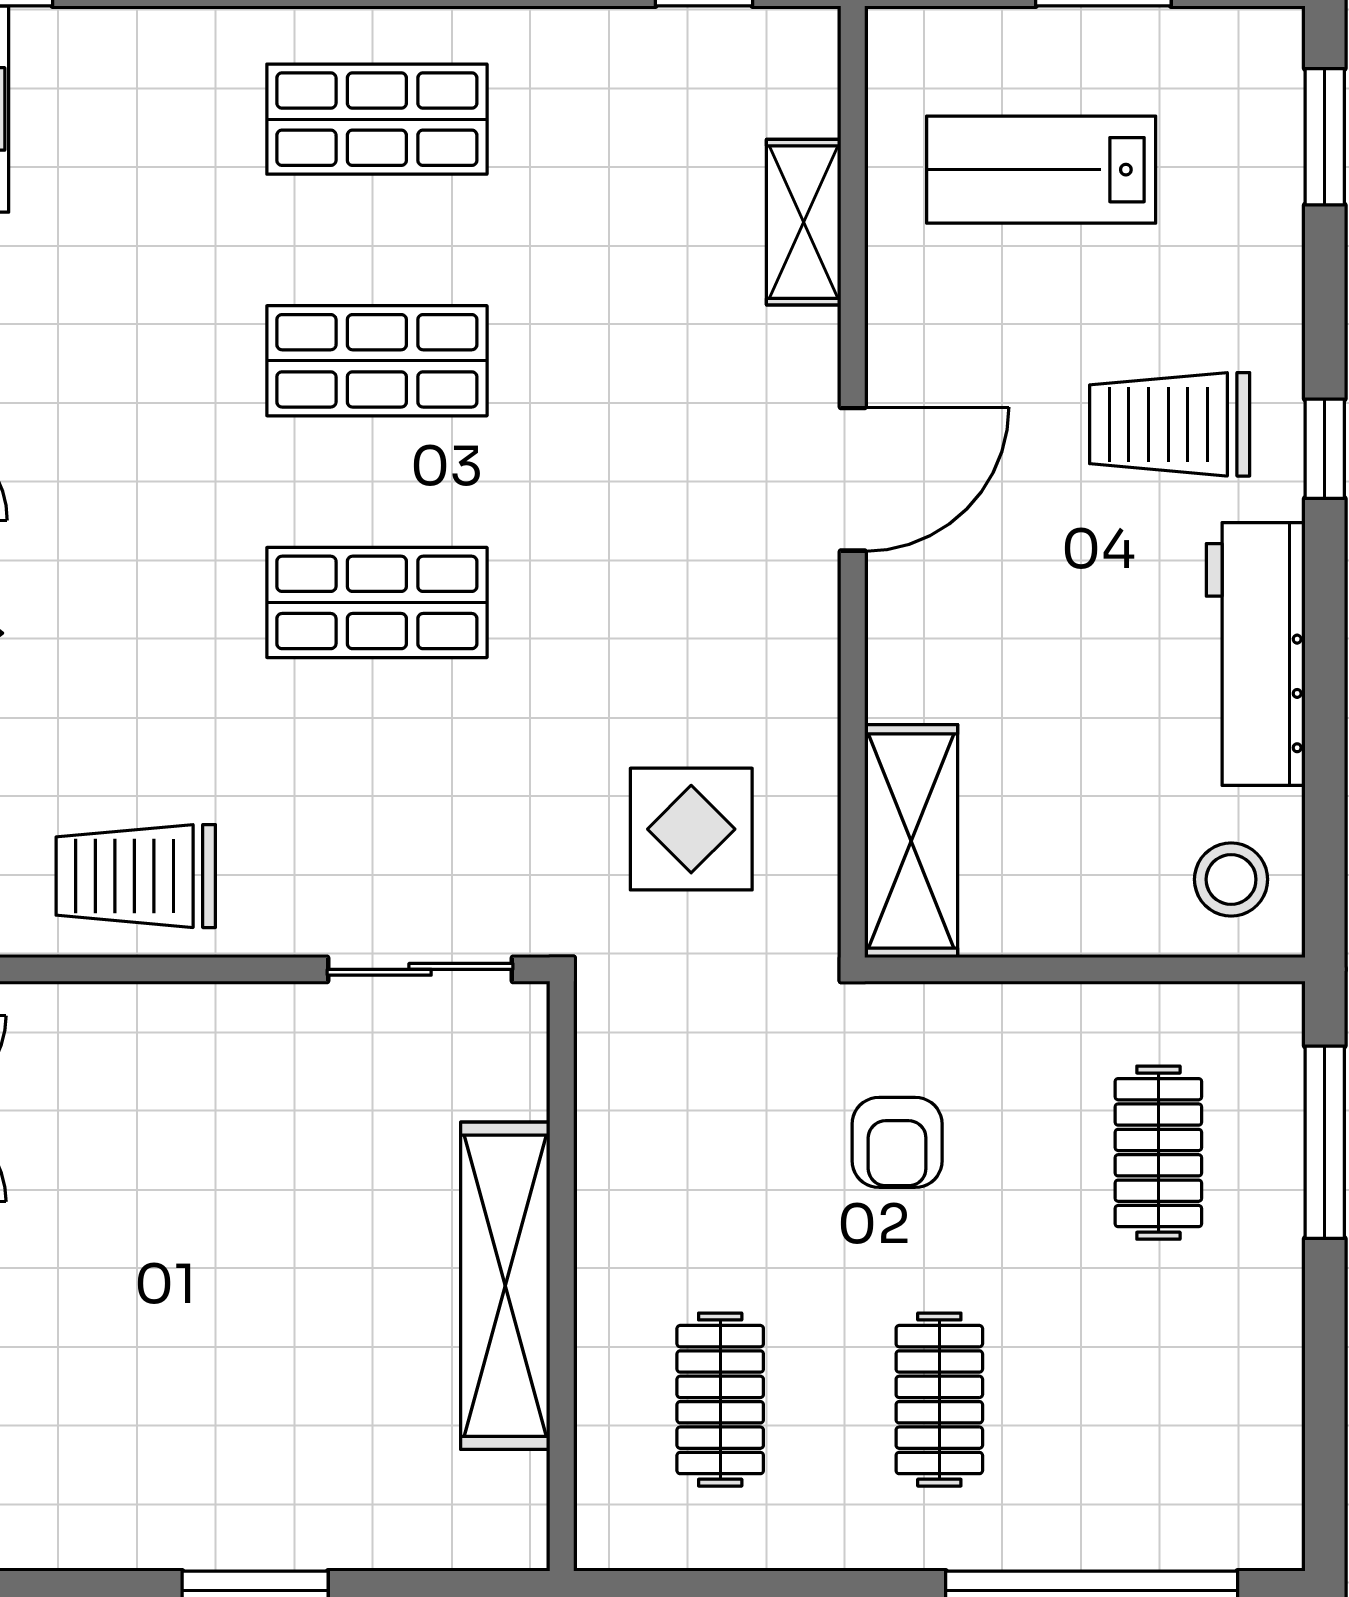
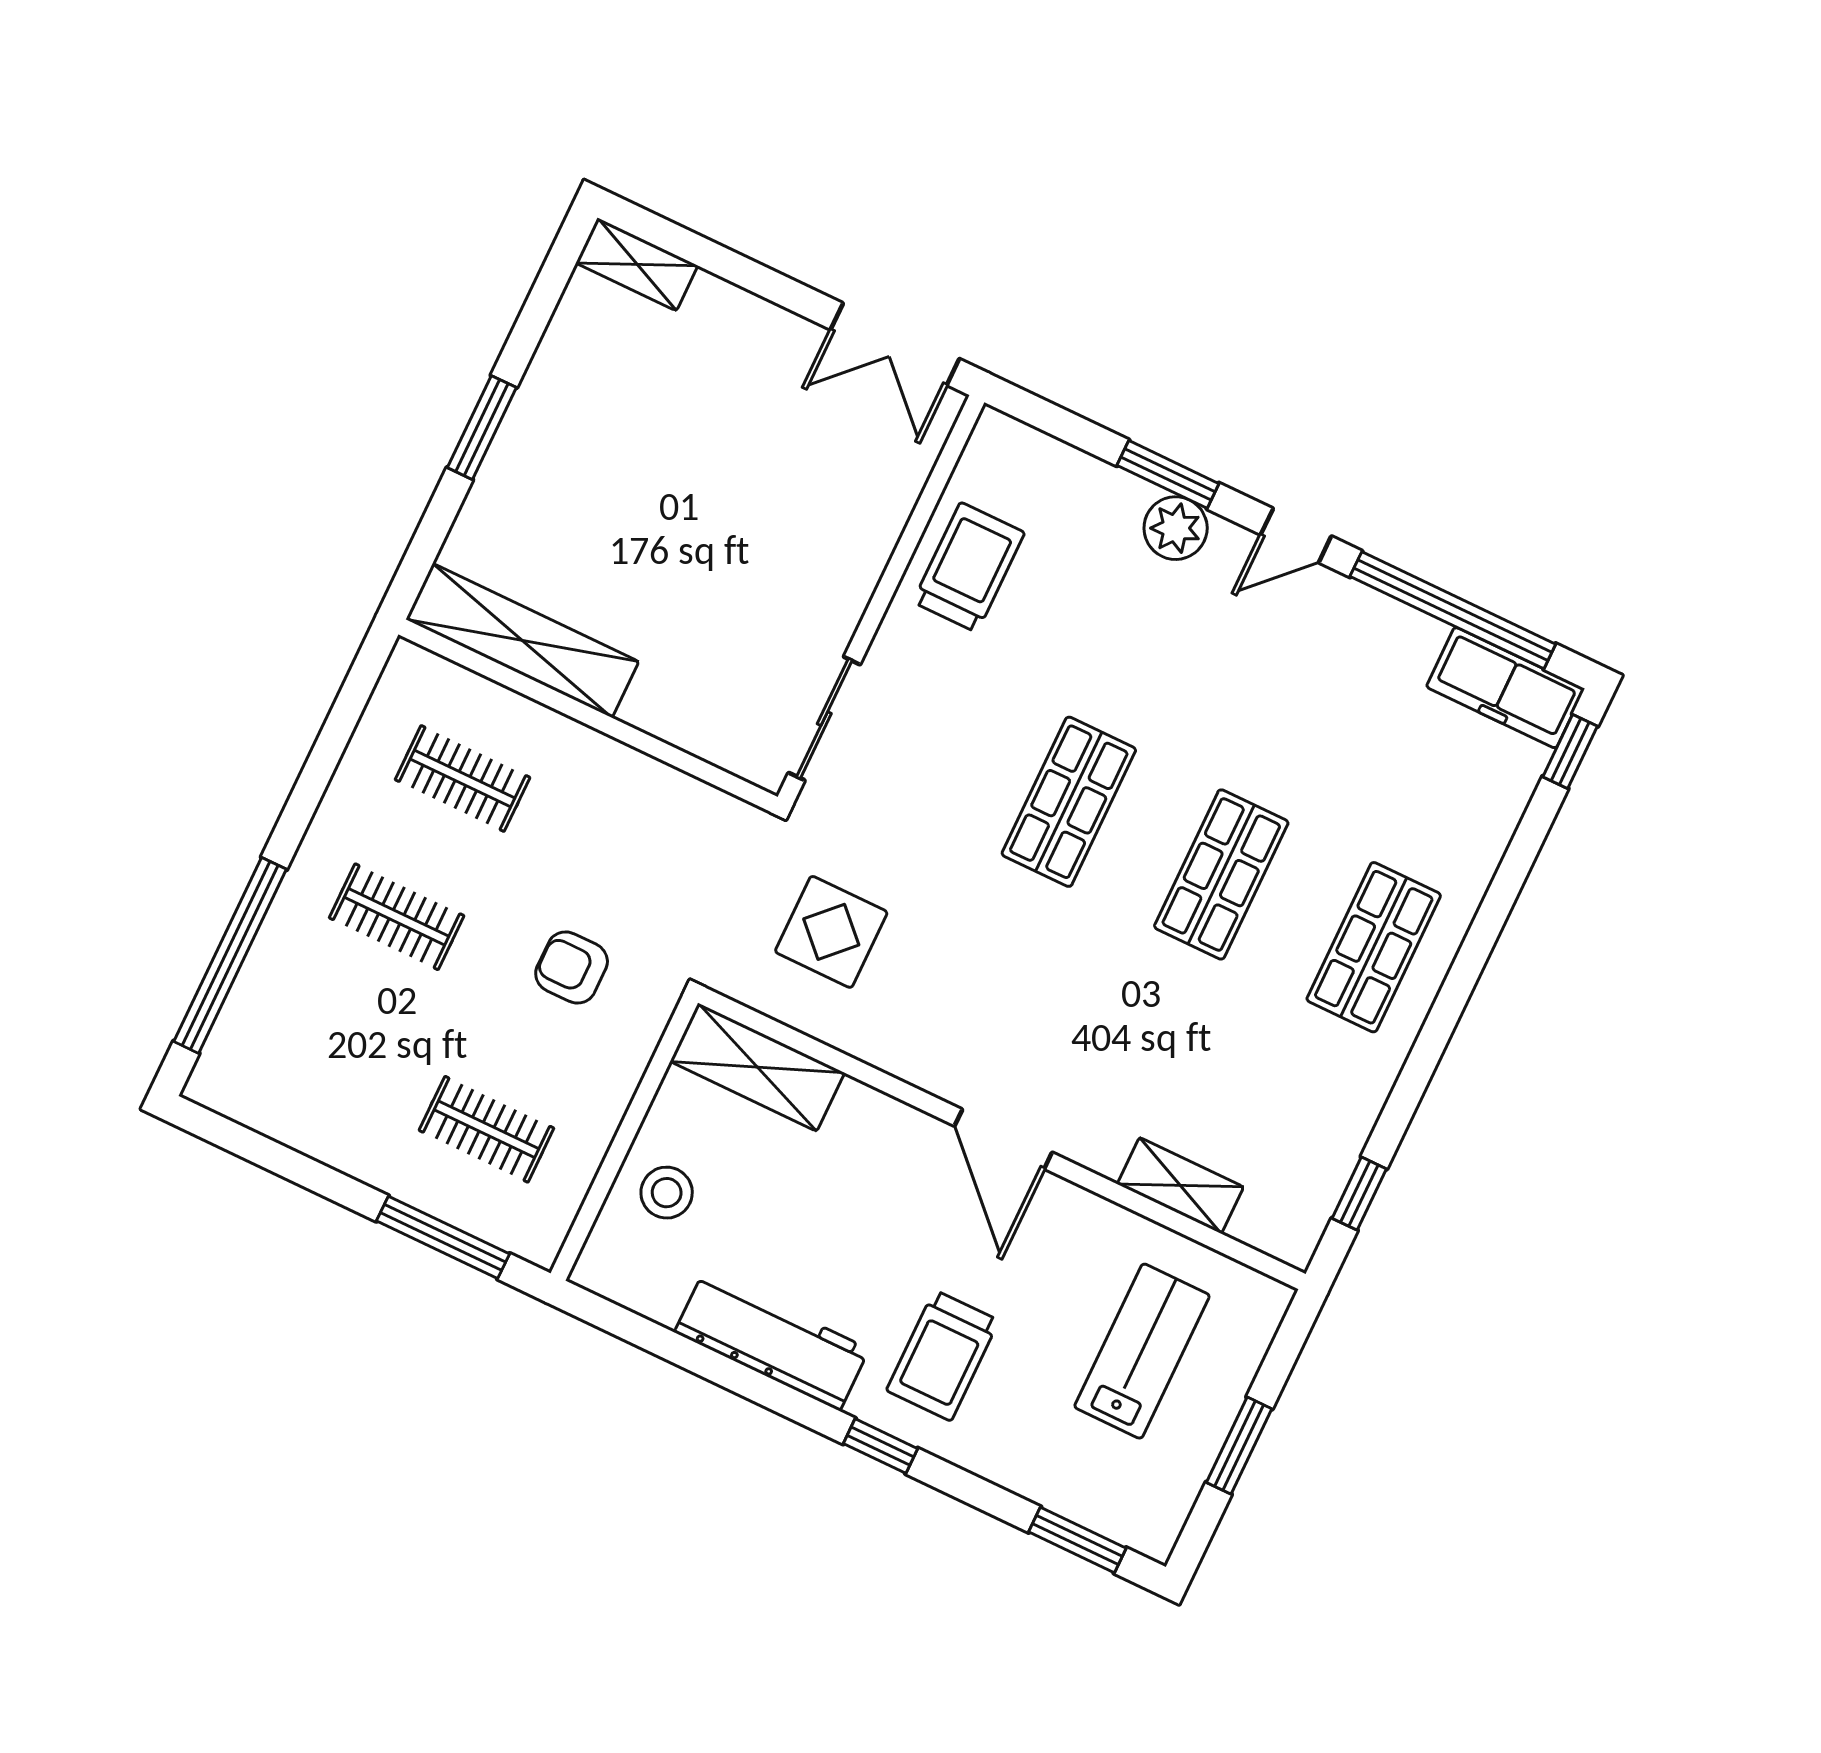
trolley: (1170, 424) -> (943, 1356), turned 180
stool: (1231, 879) -> (667, 1193), moved
shelving: (505, 1286) -> (522, 641), moved

